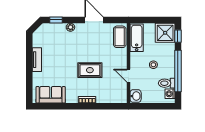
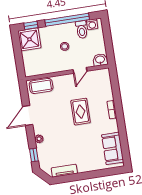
bathtub: (137, 38) -> (39, 68), removed
tv unit: (37, 60) -> (64, 171), moved

